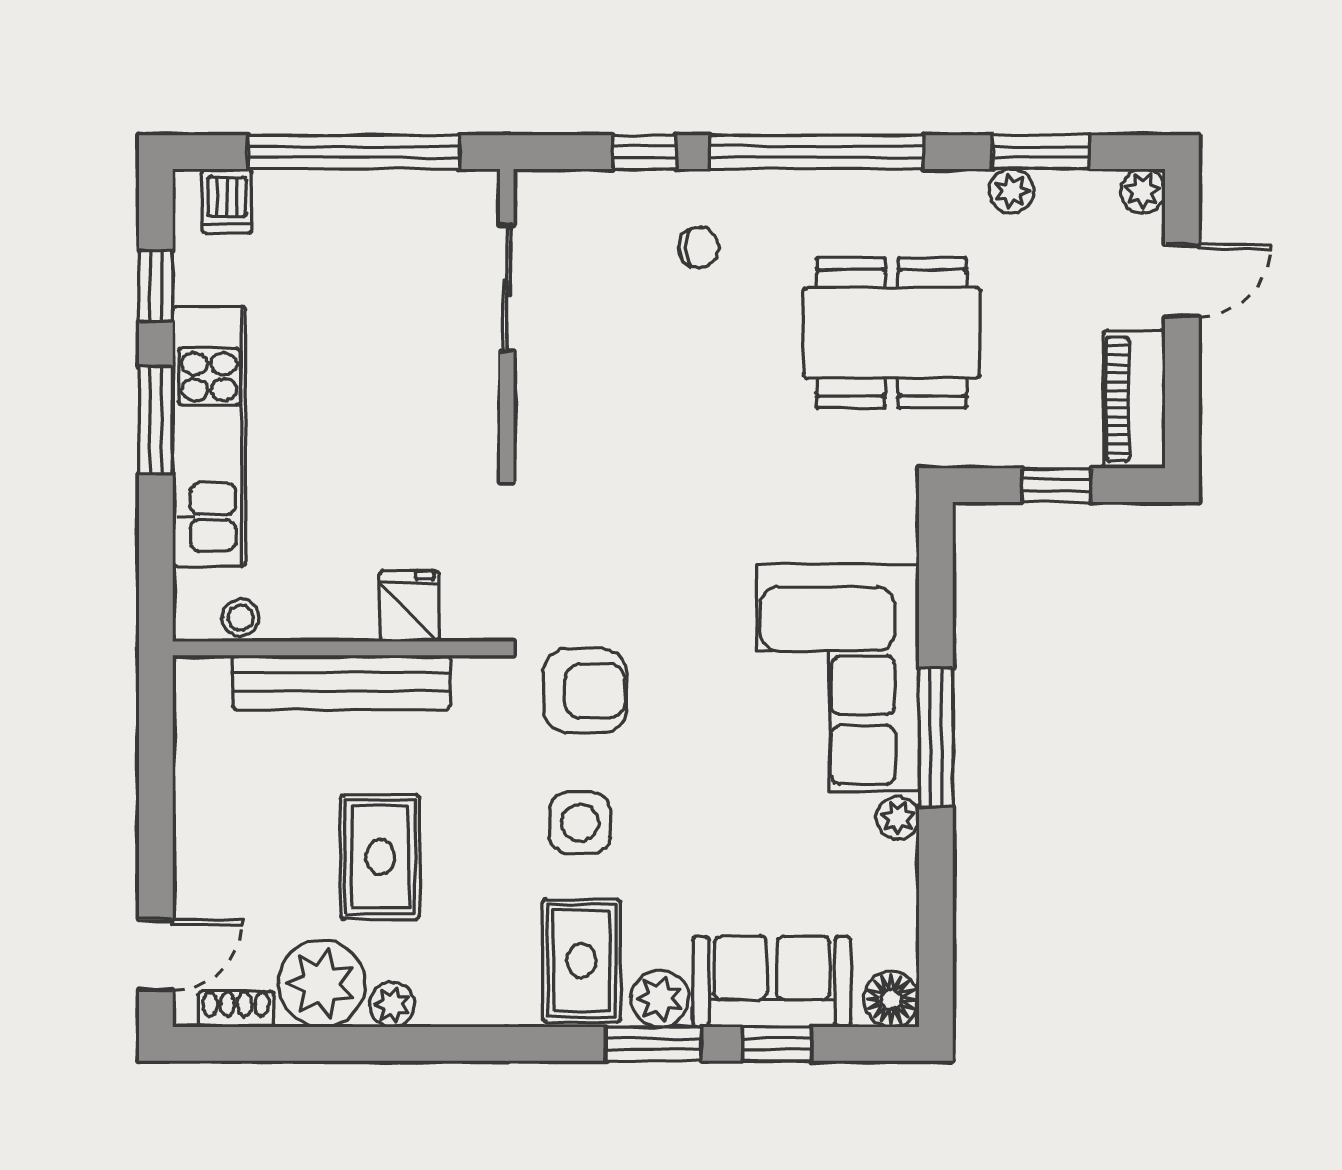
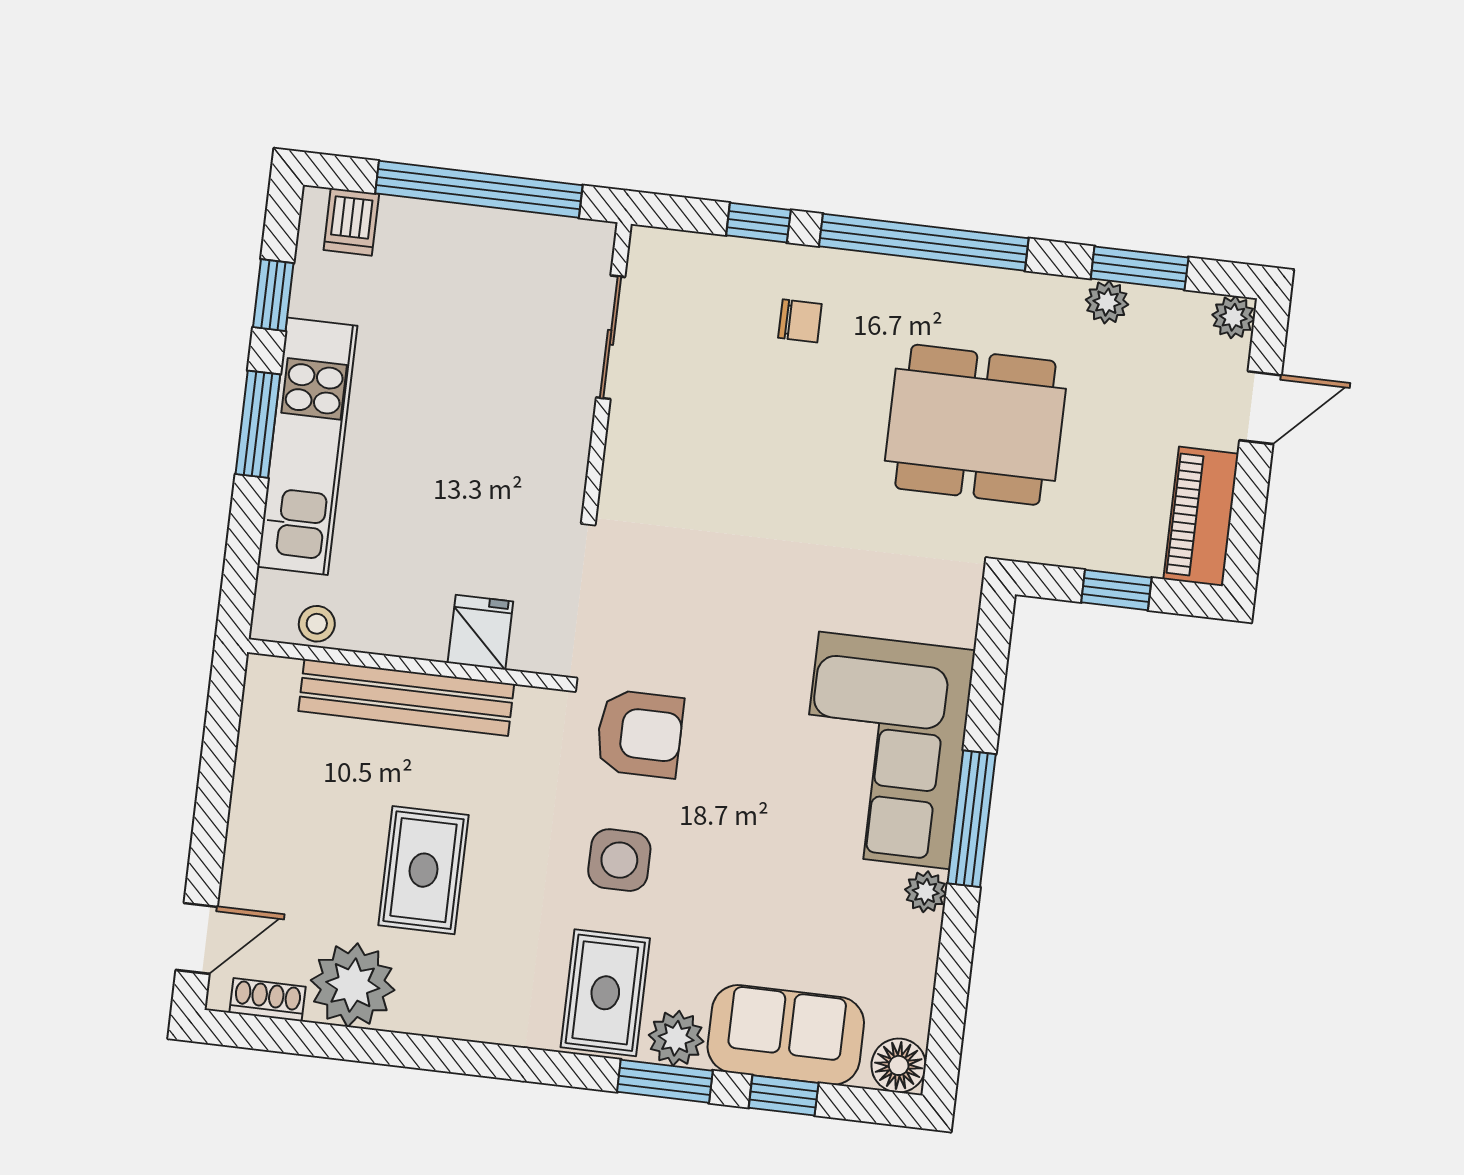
plant: (392, 1005) -> (418, 1014), removed

